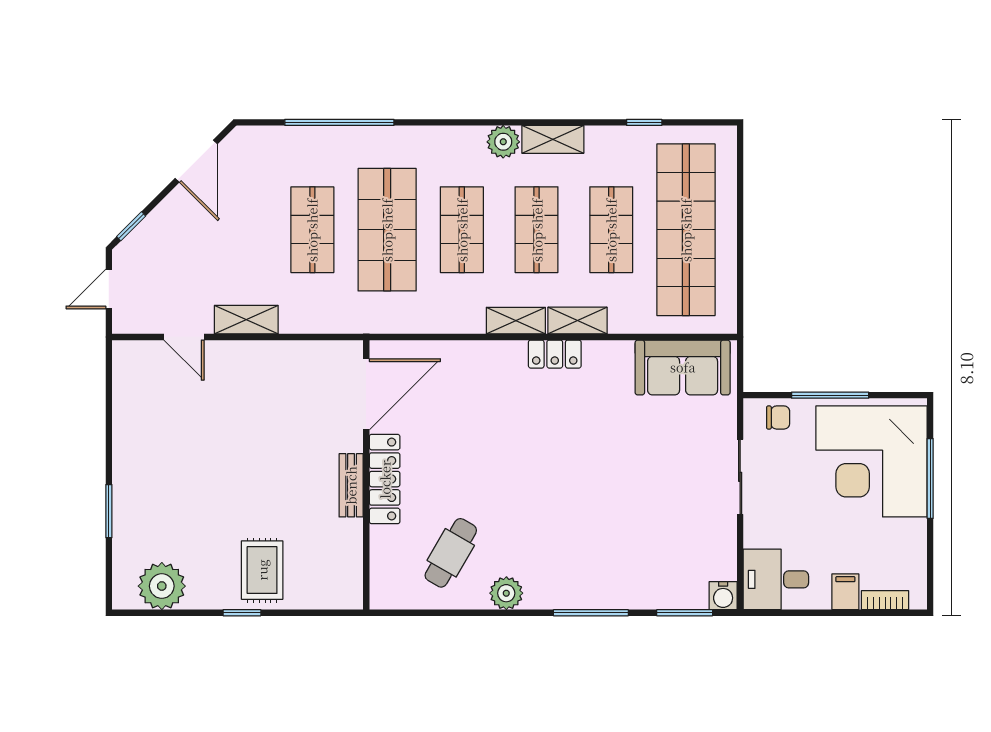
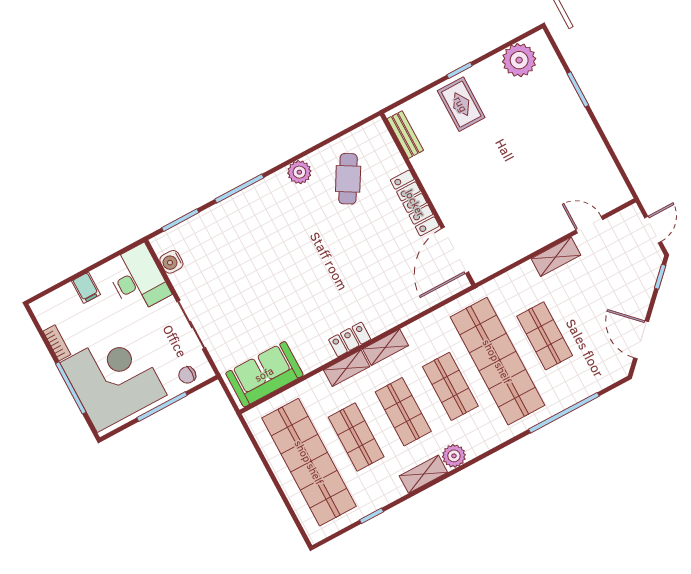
shop shelf: (387, 230) -> (497, 361), width x1.40
bench: (351, 485) -> (405, 135), moved
desk: (776, 579) -> (138, 279), width x1.37
water cooler: (723, 596) -> (171, 262), moved, turned -90
bookcase: (885, 600) -> (57, 343), moved, turned -90

